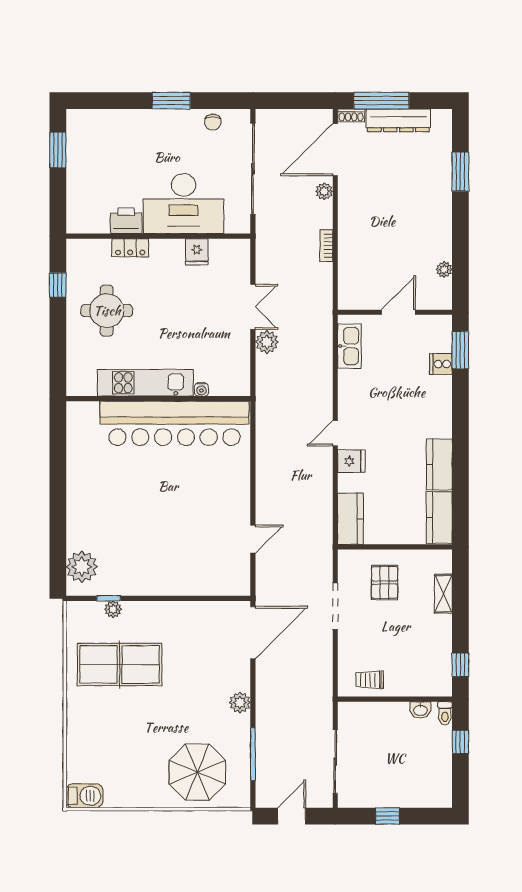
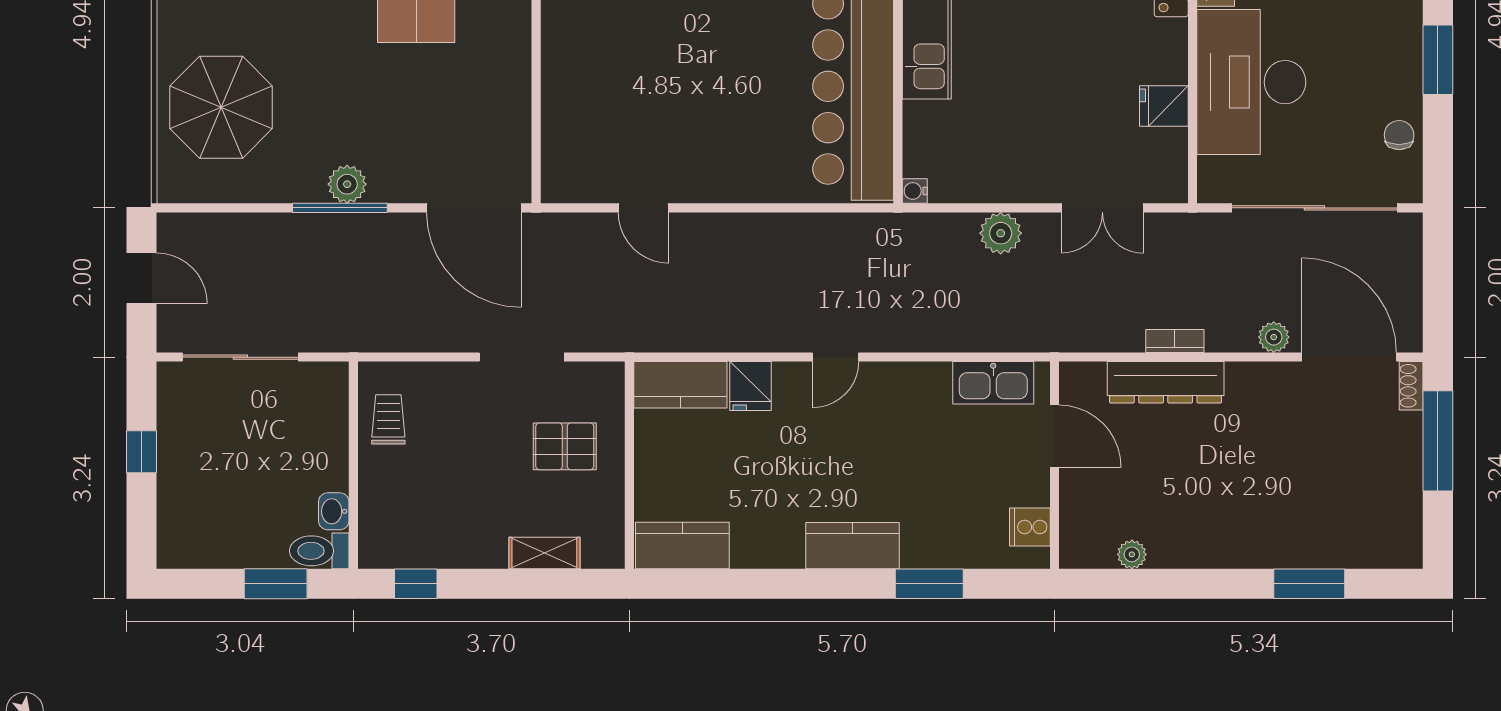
dresser: (398, 120) -> (1166, 382), moved, turned -90
chair: (213, 122) -> (1399, 135), turned 90
double door: (253, 307) -> (1102, 208), moved
door: (398, 312) -> (1054, 436), moved
window: (460, 350) -> (929, 584), moved
cooker: (441, 364) -> (1030, 527), moved, turned -90
water cooler: (201, 389) -> (915, 191), moved
door: (335, 433) -> (835, 357), swing flipped
fridge: (351, 461) -> (750, 386), moved
kitchen counter: (439, 464) -> (853, 546), moved
toilet: (445, 713) -> (319, 551), width x1.37, depth x1.39
window: (460, 742) -> (276, 584), width x1.50
window: (253, 754) -> (340, 208), moved

